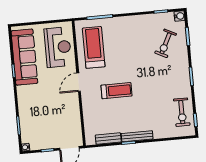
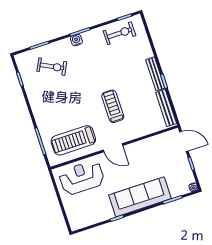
water cooler: (179, 16) -> (76, 40), moved
sofa: (24, 57) -> (140, 197), moved
bench: (108, 139) -> (166, 108), width x1.36

